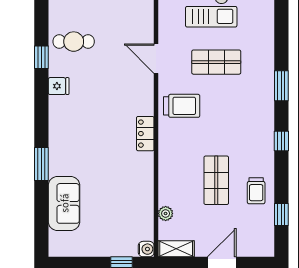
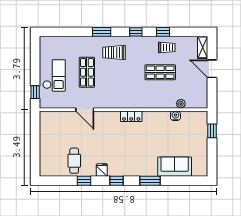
door: (156, 59) -> (85, 110), hinge flipped
trolley: (182, 106) -> (114, 53), moved, turned -90
window: (41, 110) -> (117, 181), added
window: (281, 214) -> (163, 32), moved
water cooler: (146, 249) -> (175, 116), moved
shelving: (176, 249) -> (203, 47), moved

